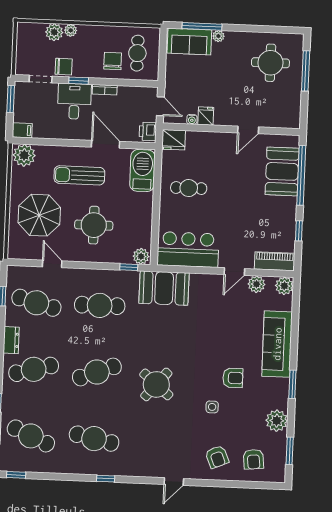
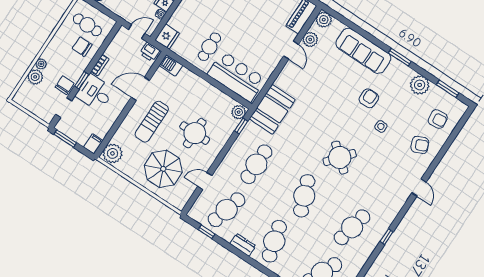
barbecue: (142, 171) -> (171, 66), width x0.53, depth x0.65
bar counter: (188, 249) -> (236, 77), moved, turned 90

